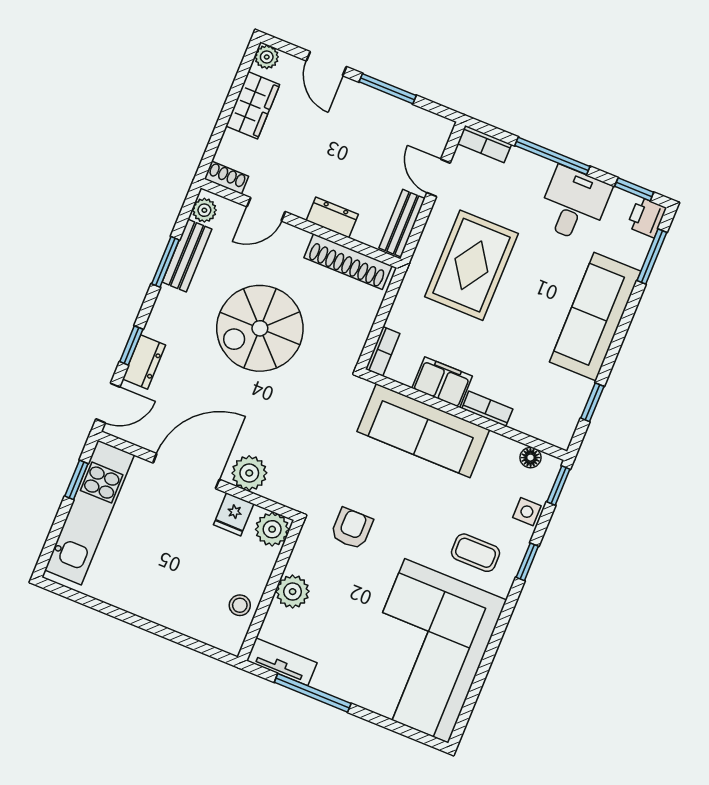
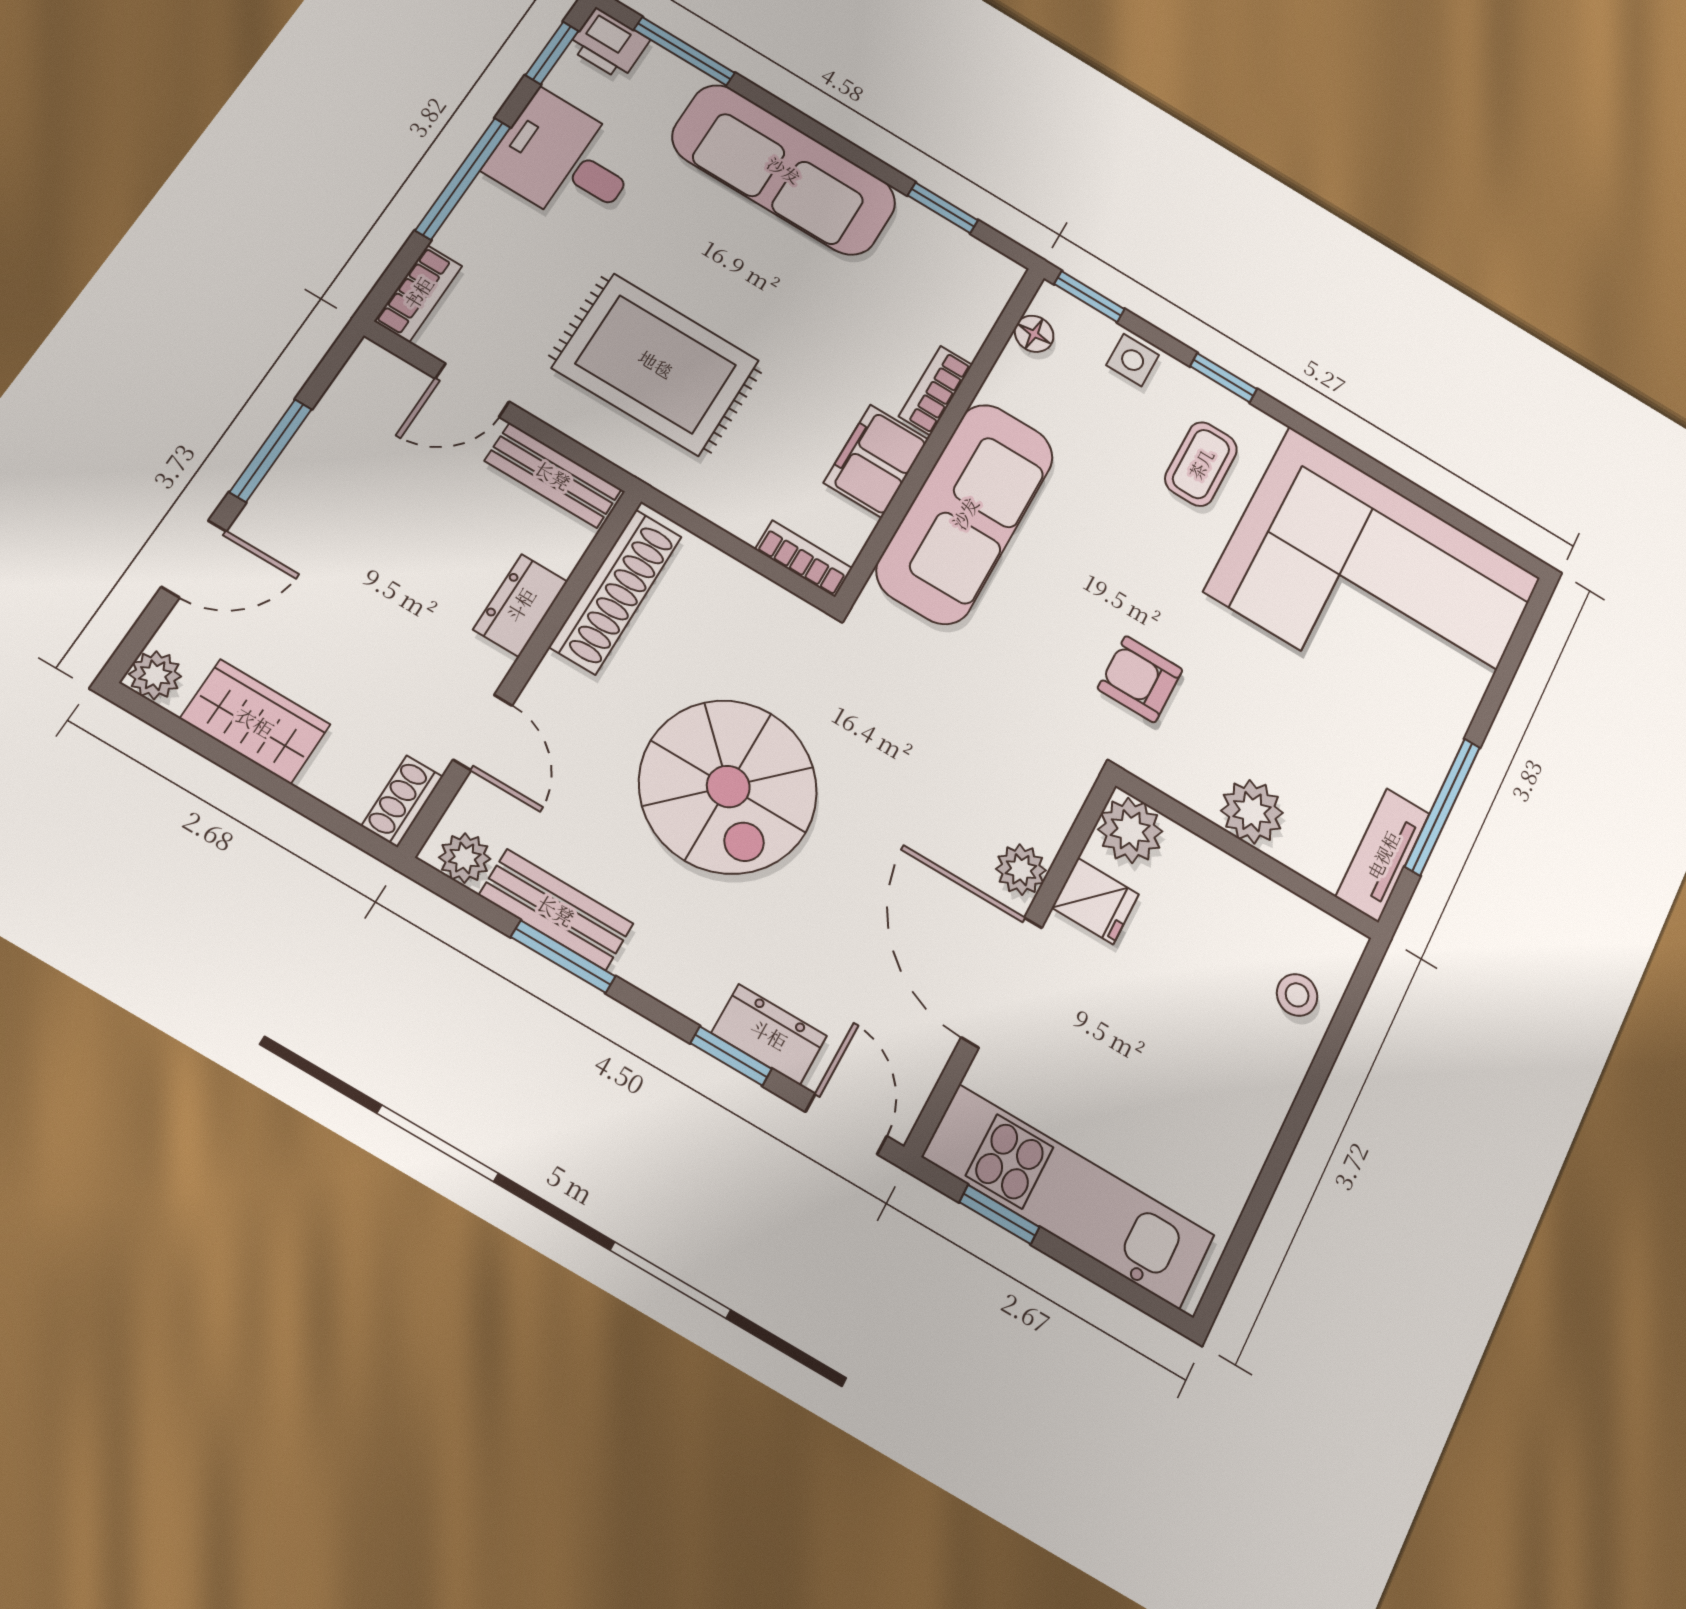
plant: (249, 473) -> (1021, 870), width x0.73, depth x0.73
stool: (240, 605) -> (1297, 995), moved

